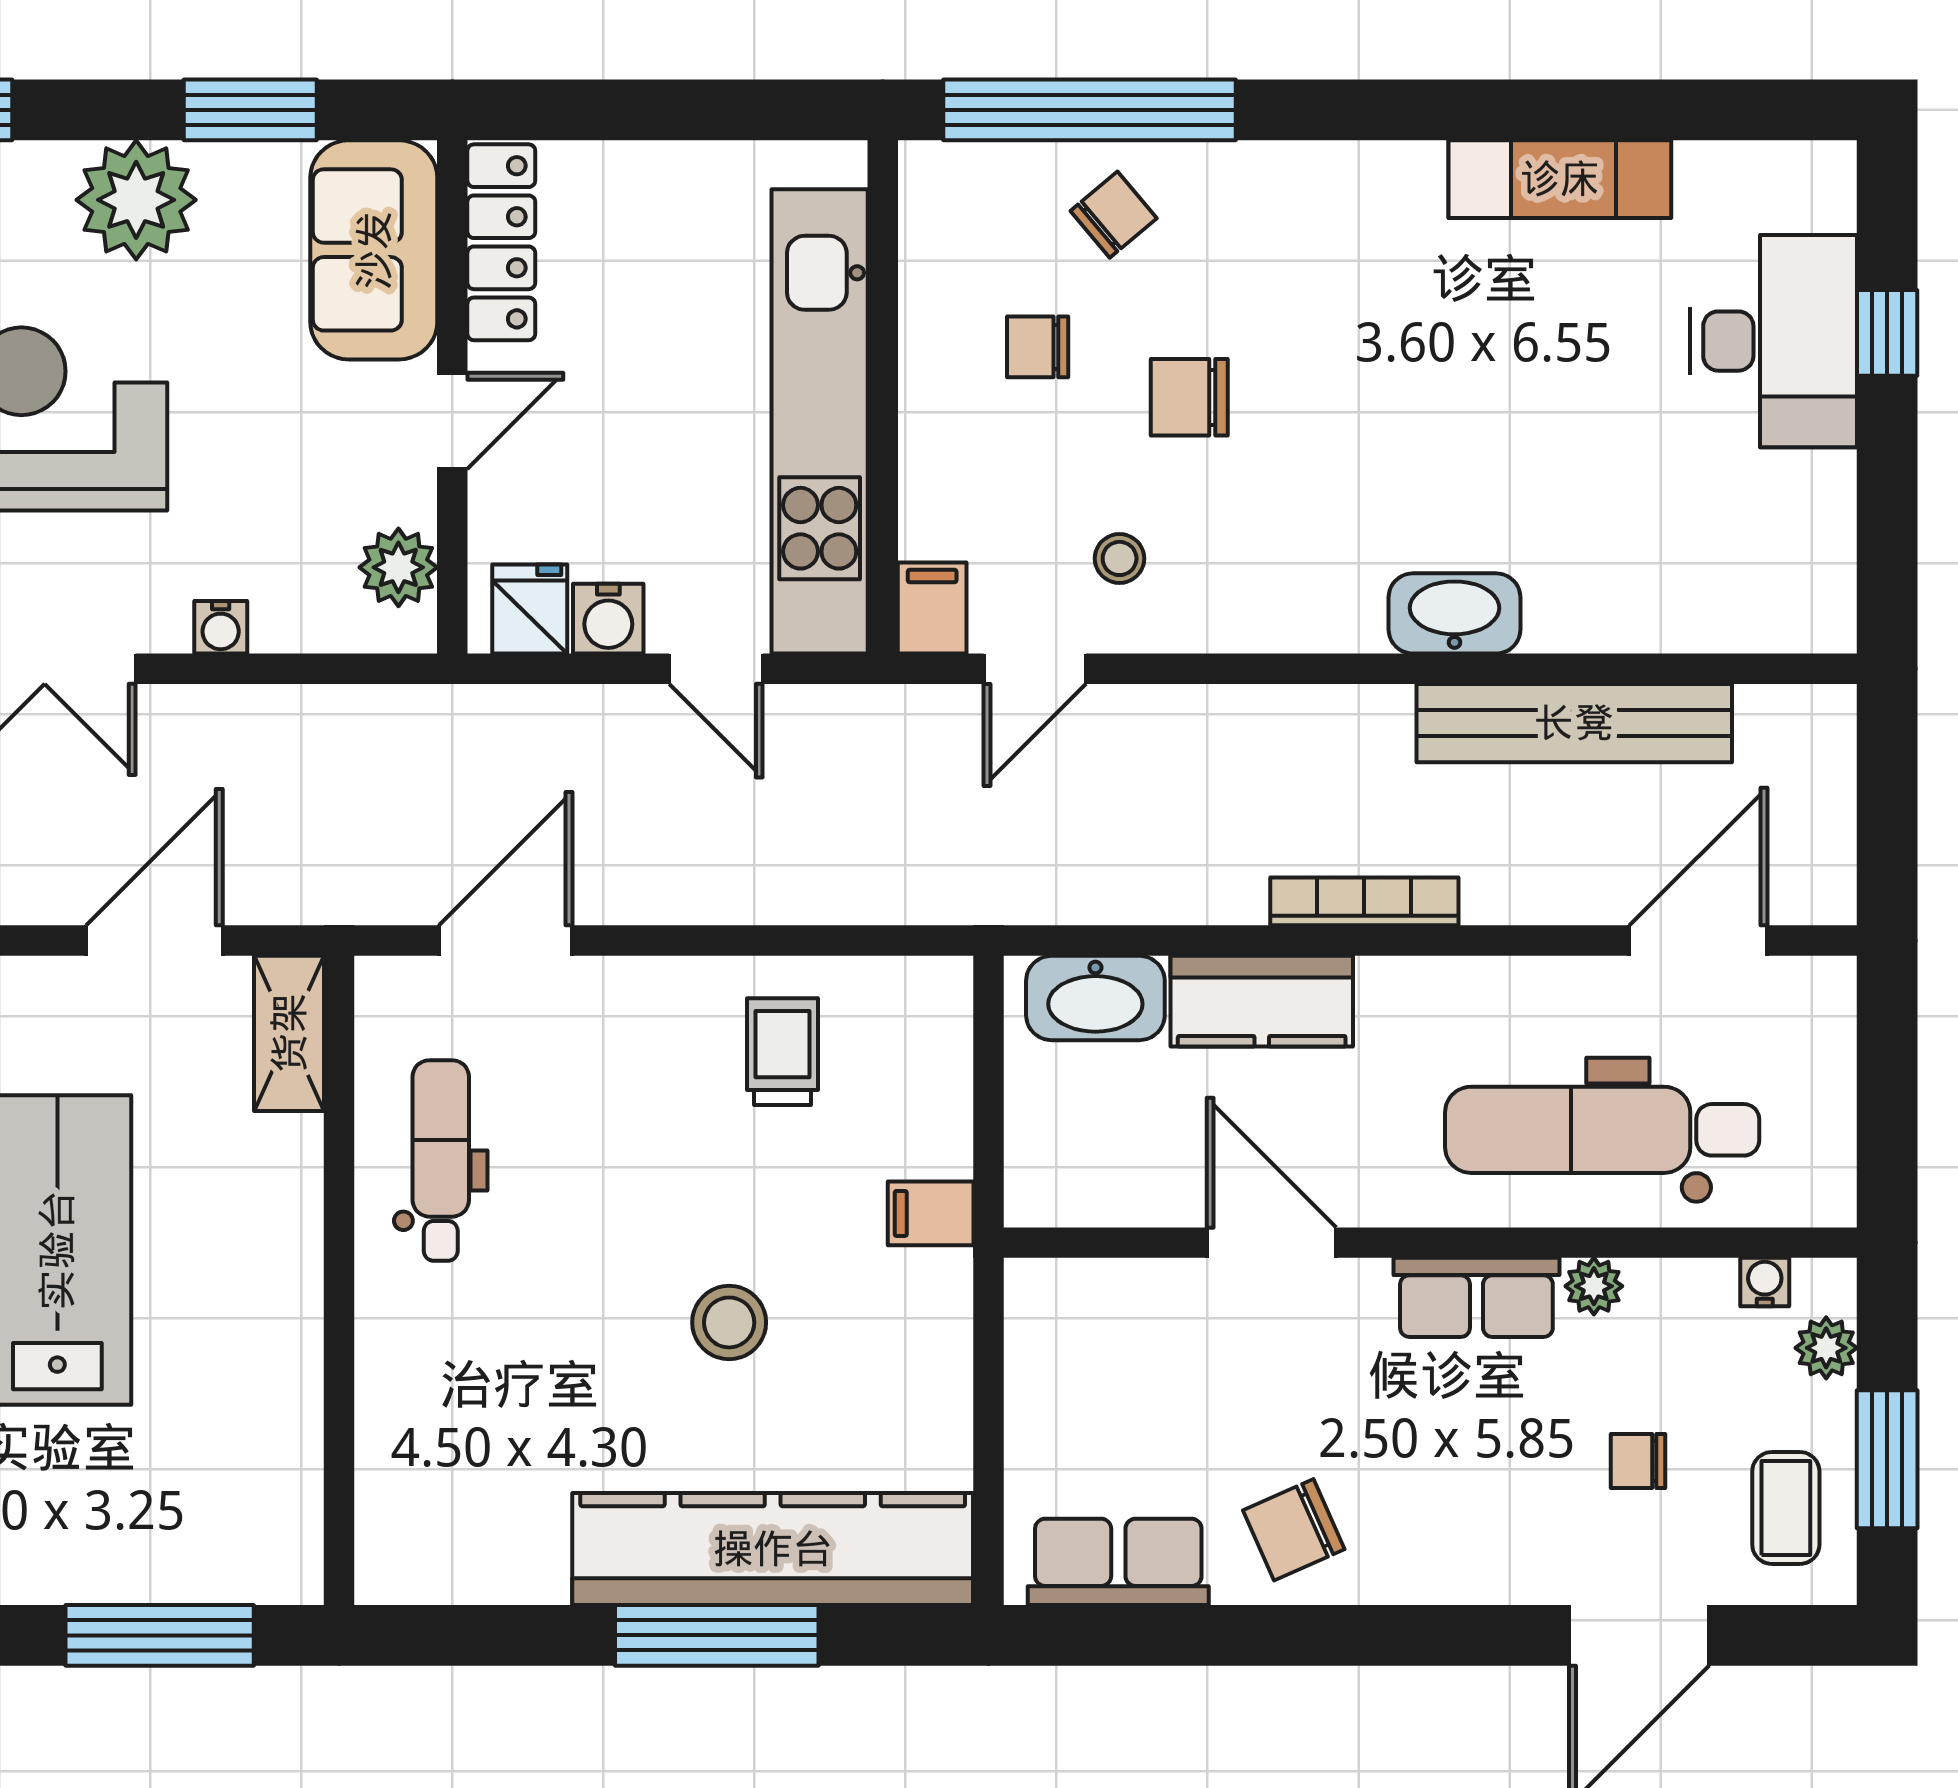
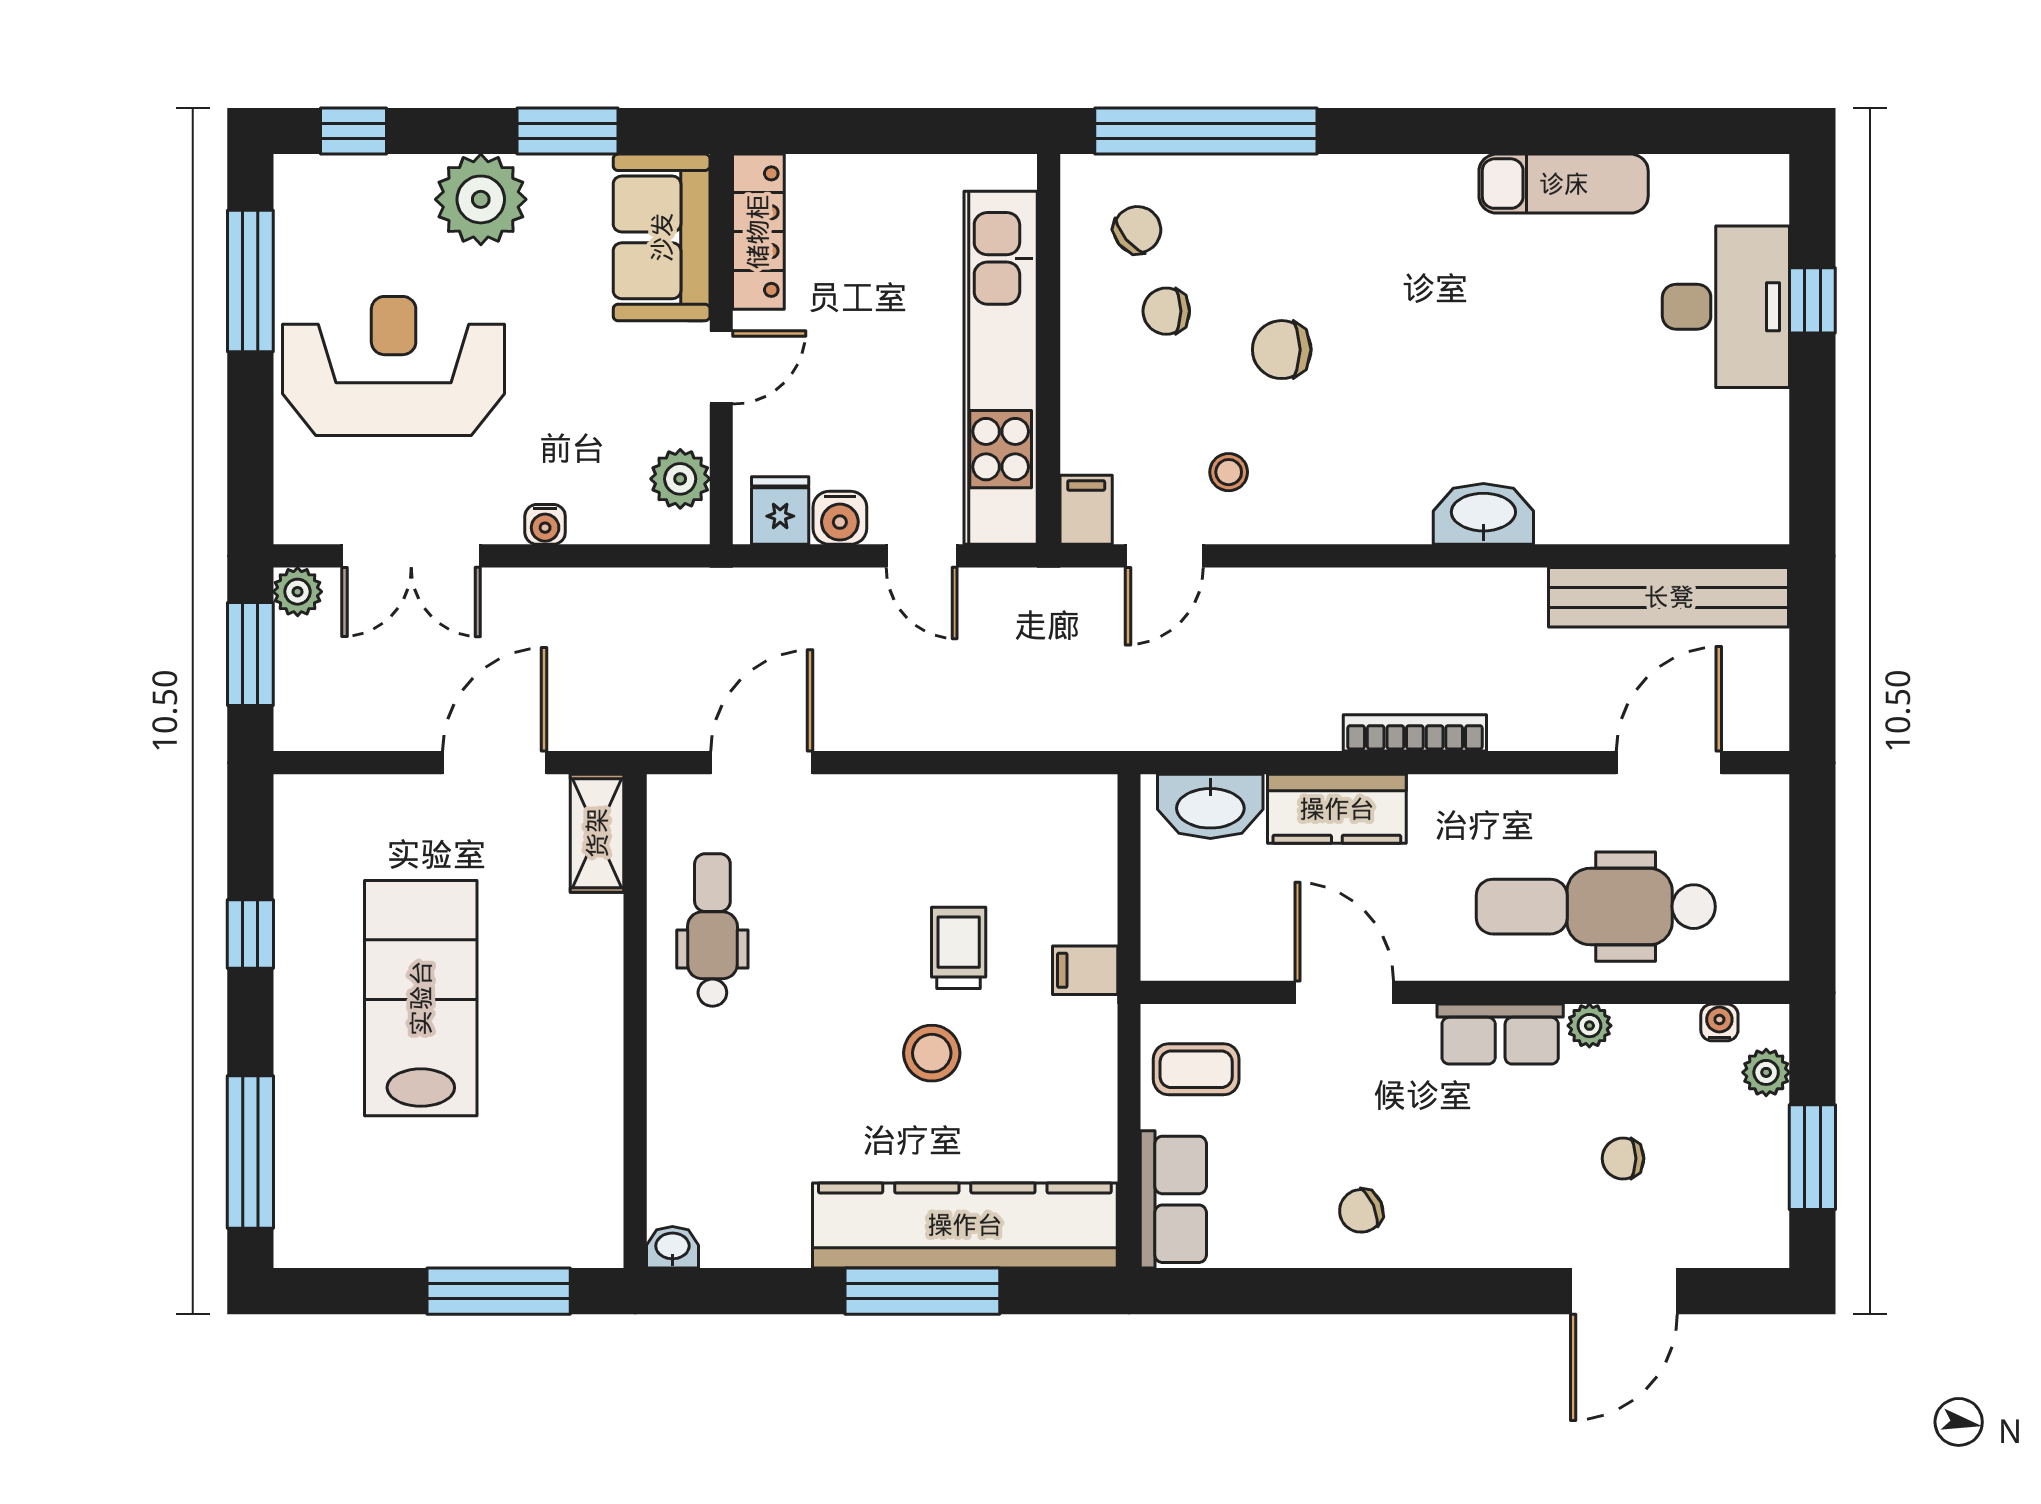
chair: (1114, 215) -> (1137, 230), moved
bench: (1574, 723) -> (1669, 597), moved
trolley: (783, 1052) -> (959, 948), moved
coffee table: (1786, 1508) -> (1196, 1069), moved, turned 90
chair: (1294, 1530) -> (1361, 1211), width x0.73, depth x0.73
row of seats: (1118, 1562) -> (1173, 1199), moved, turned 90
washbasin: (388, 1578) -> (672, 1247), added

